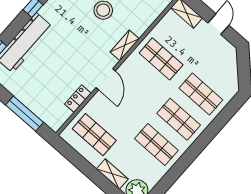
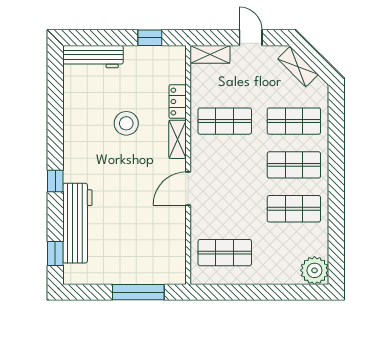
door: (106, 79) -> (188, 189), swing flipped
locker: (78, 99) -> (178, 102), moved
shelving: (112, 174) -> (298, 67), moved, turned 45

